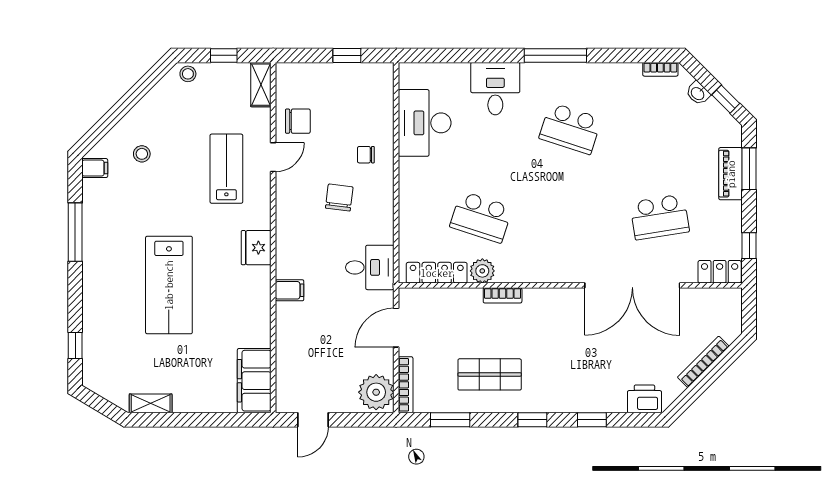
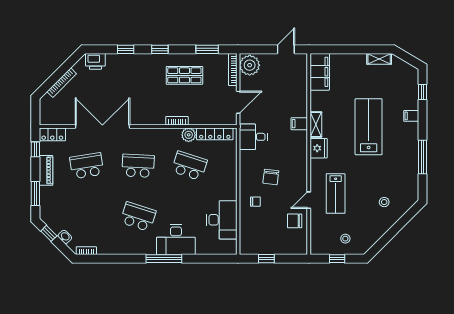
window: (555, 55) -> (164, 259), moved
stool: (188, 74) -> (345, 239), moved
shelving: (261, 85) -> (316, 124), moved
desk: (495, 89) -> (176, 240), width x1.37
filing cabinet: (95, 168) -> (411, 116), moved
piano: (731, 174) -> (46, 170), moved
school desk: (570, 217) -> (138, 166), added

